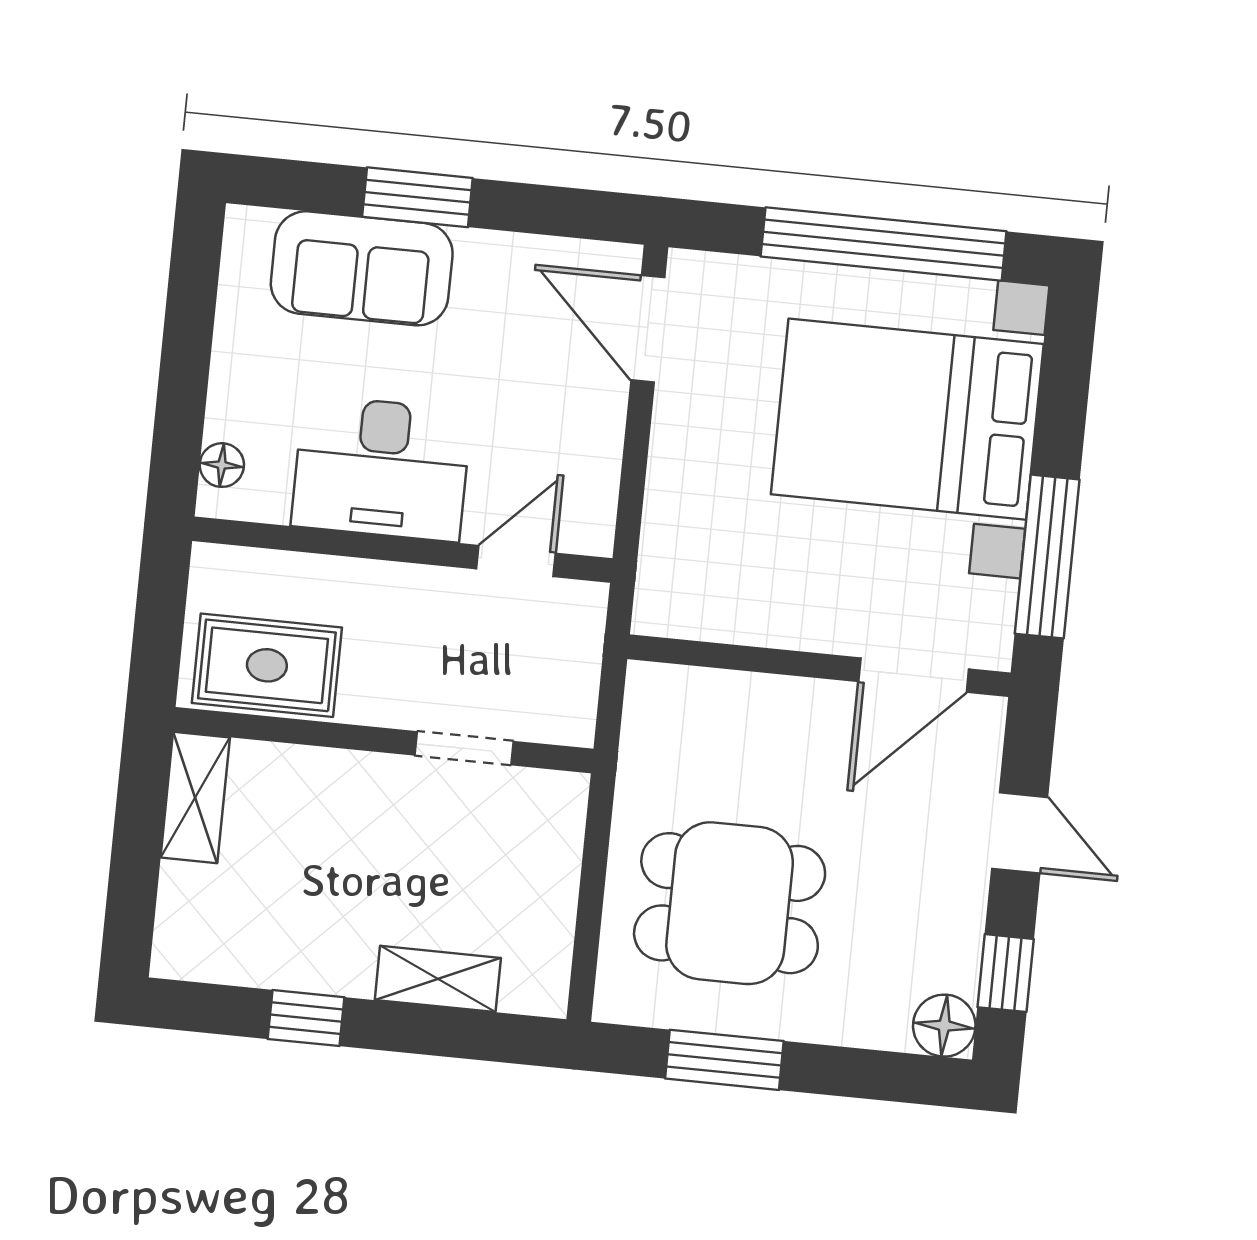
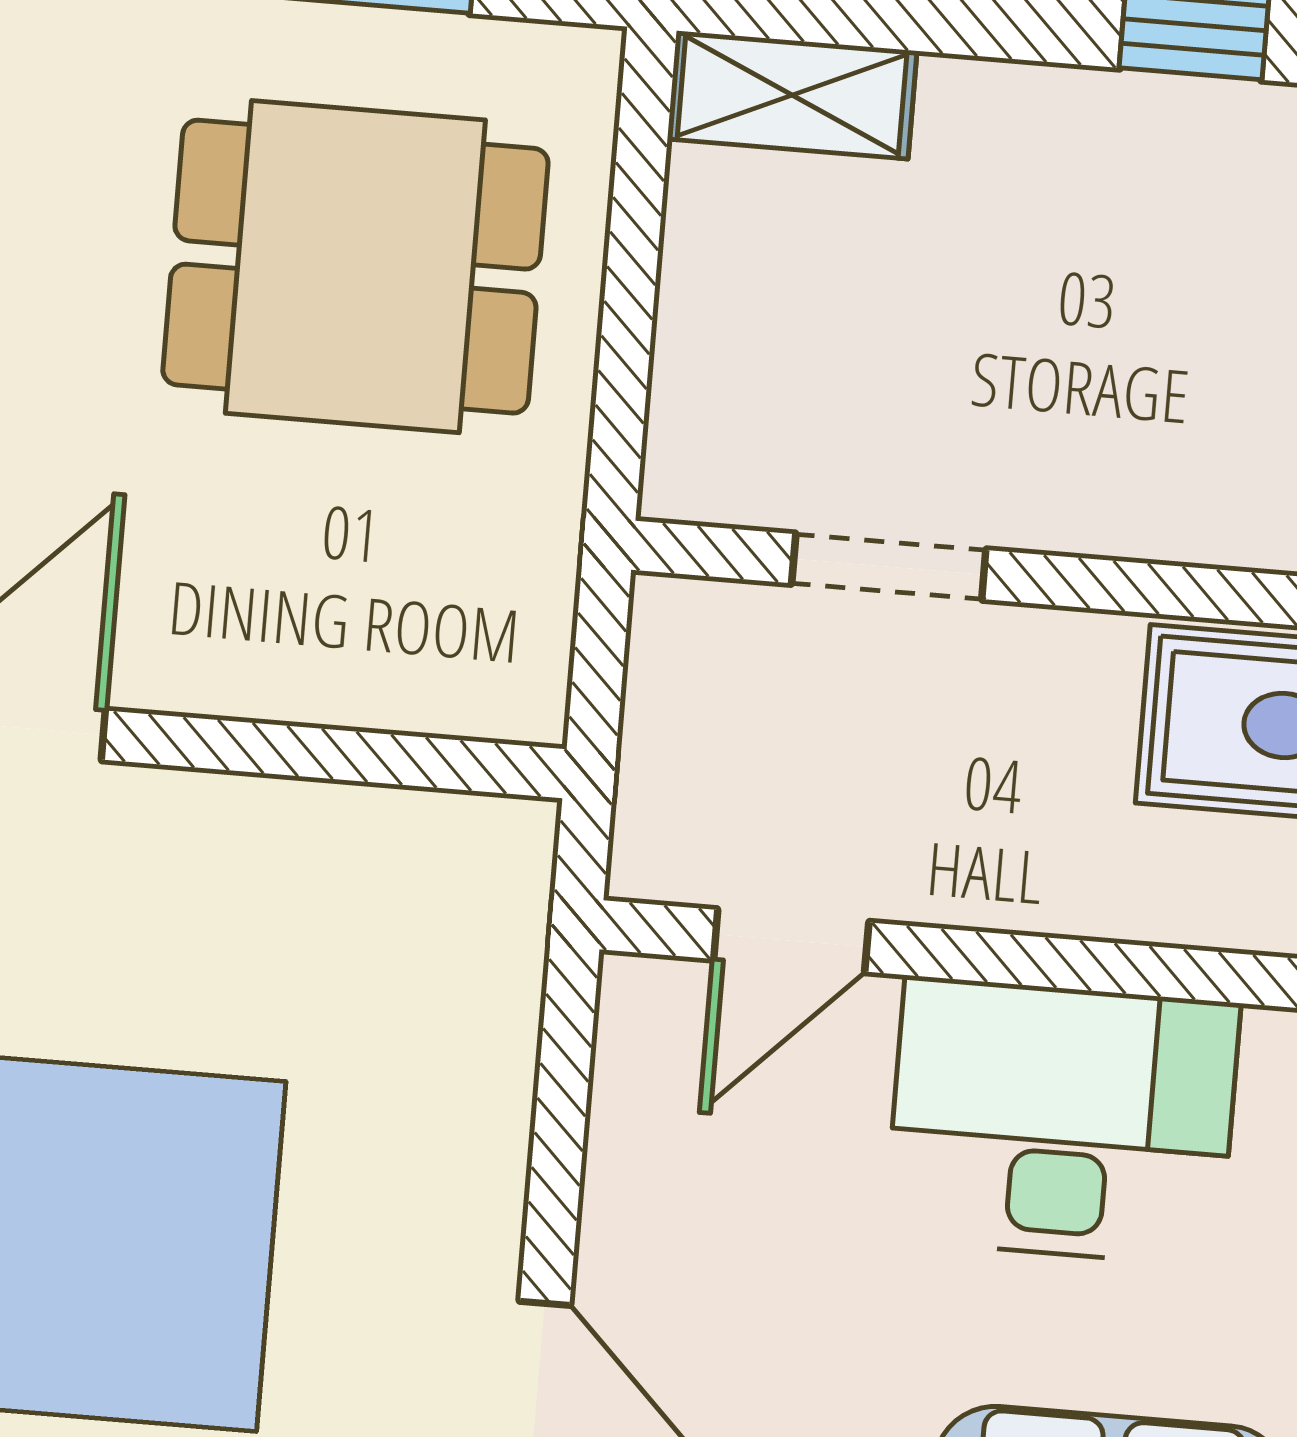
shelving: (438, 979) -> (792, 95), moved

